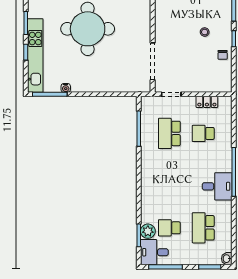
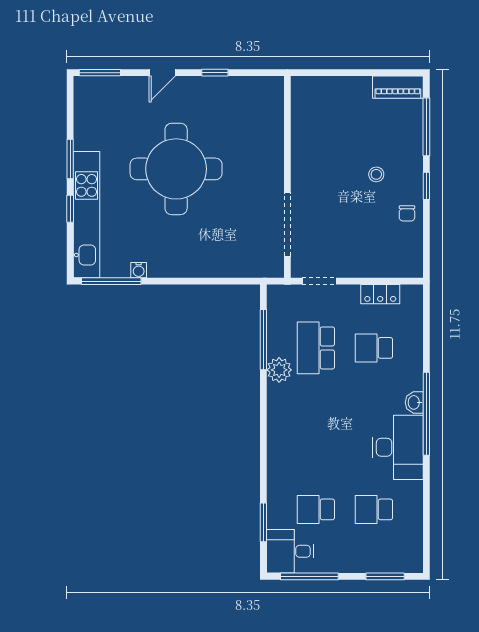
desk: (217, 186) -> (398, 447), width x1.37
school desk: (203, 228) -> (374, 509), width x0.54
plant: (148, 231) -> (279, 370), moved
washbasin: (227, 259) -> (414, 402), moved

